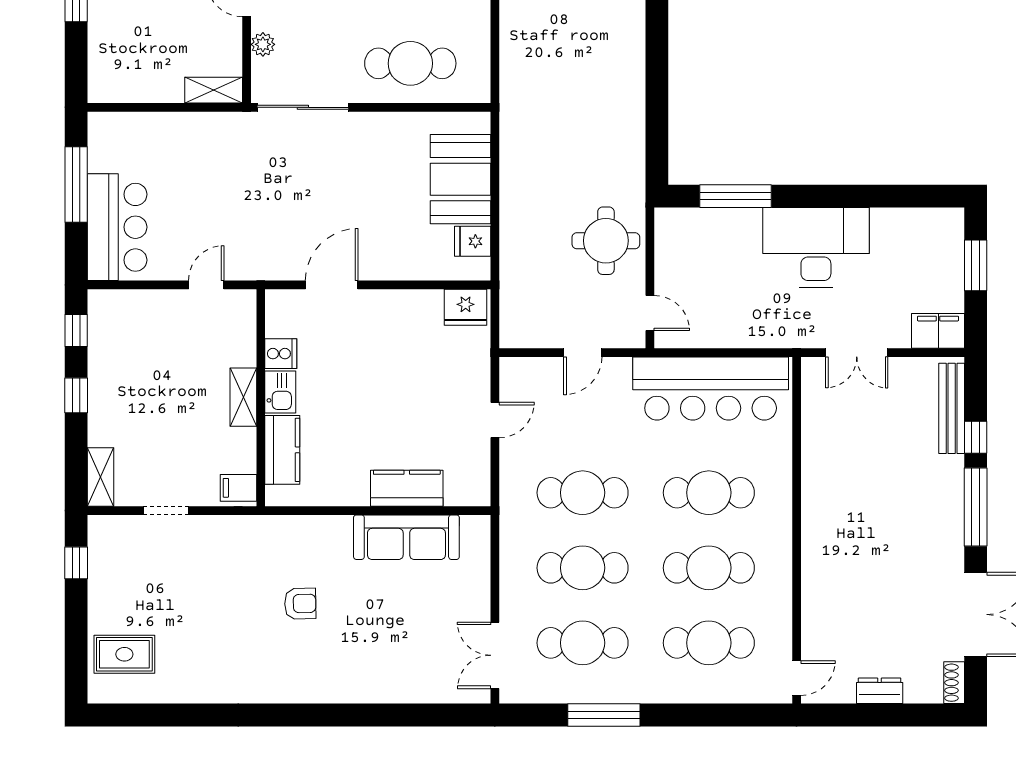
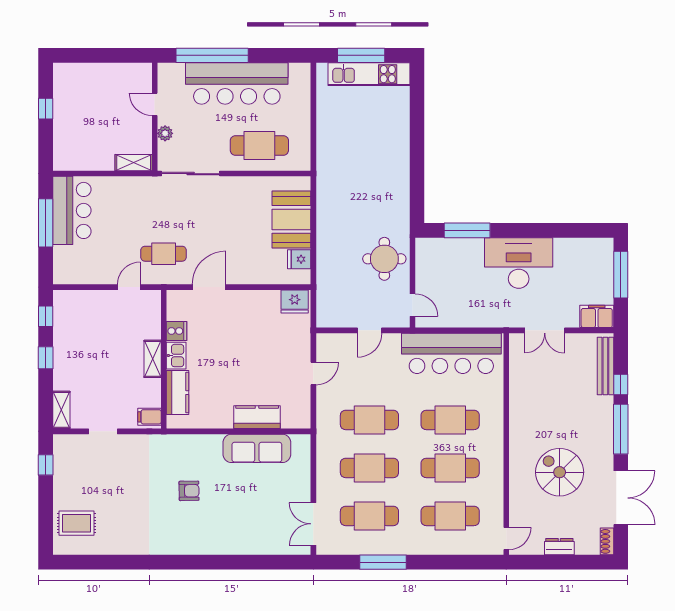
bar counter: (117, 227) -> (72, 210), moved
cafe table: (260, 233) -> (164, 254), added
window: (976, 265) -> (621, 275), width x1.44
spiral stairs: (880, 574) -> (560, 472), added

